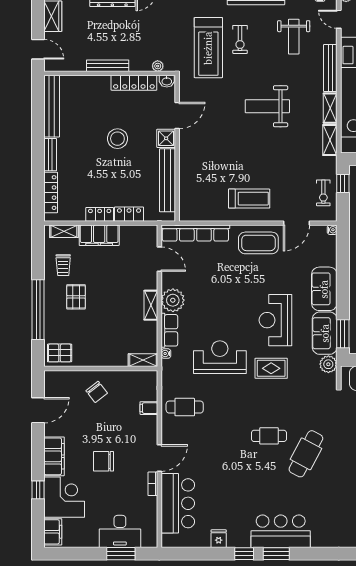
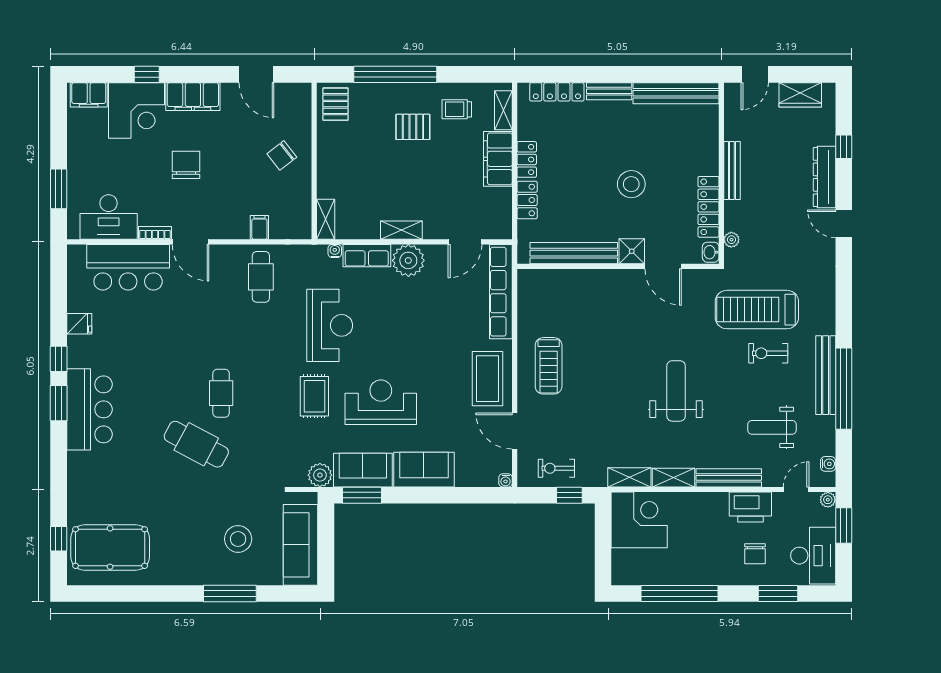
desk: (120, 531) -> (109, 217), moved, turned -90

